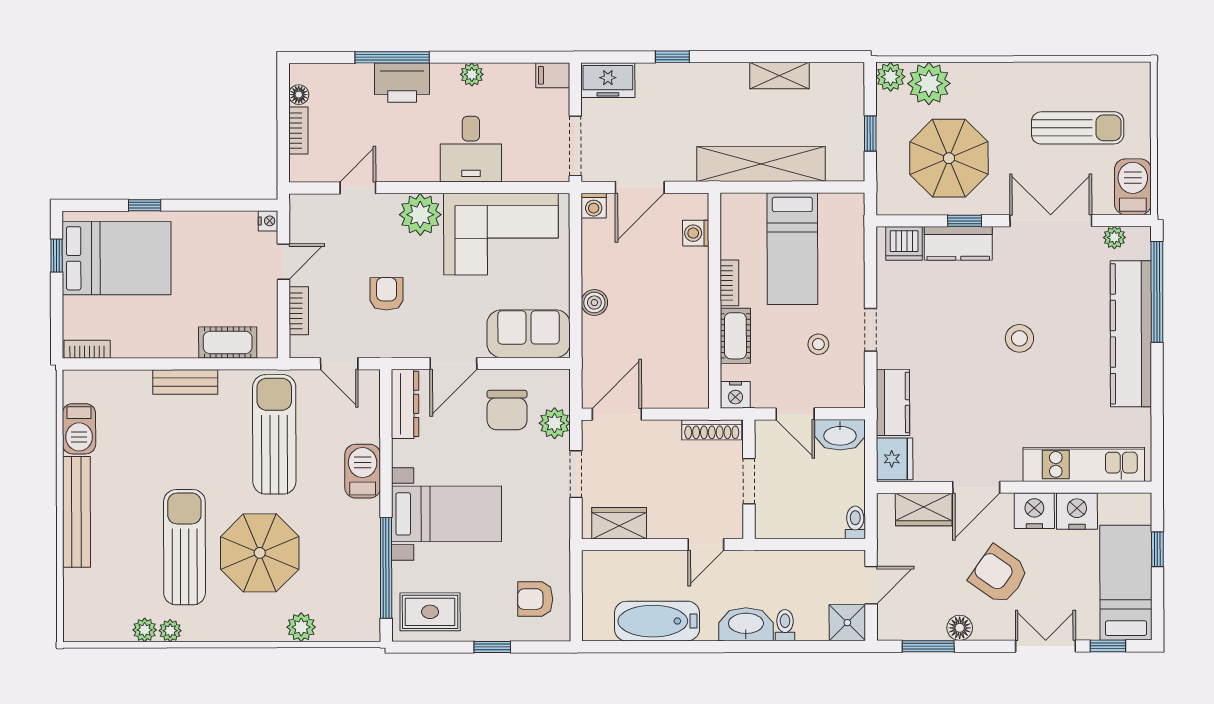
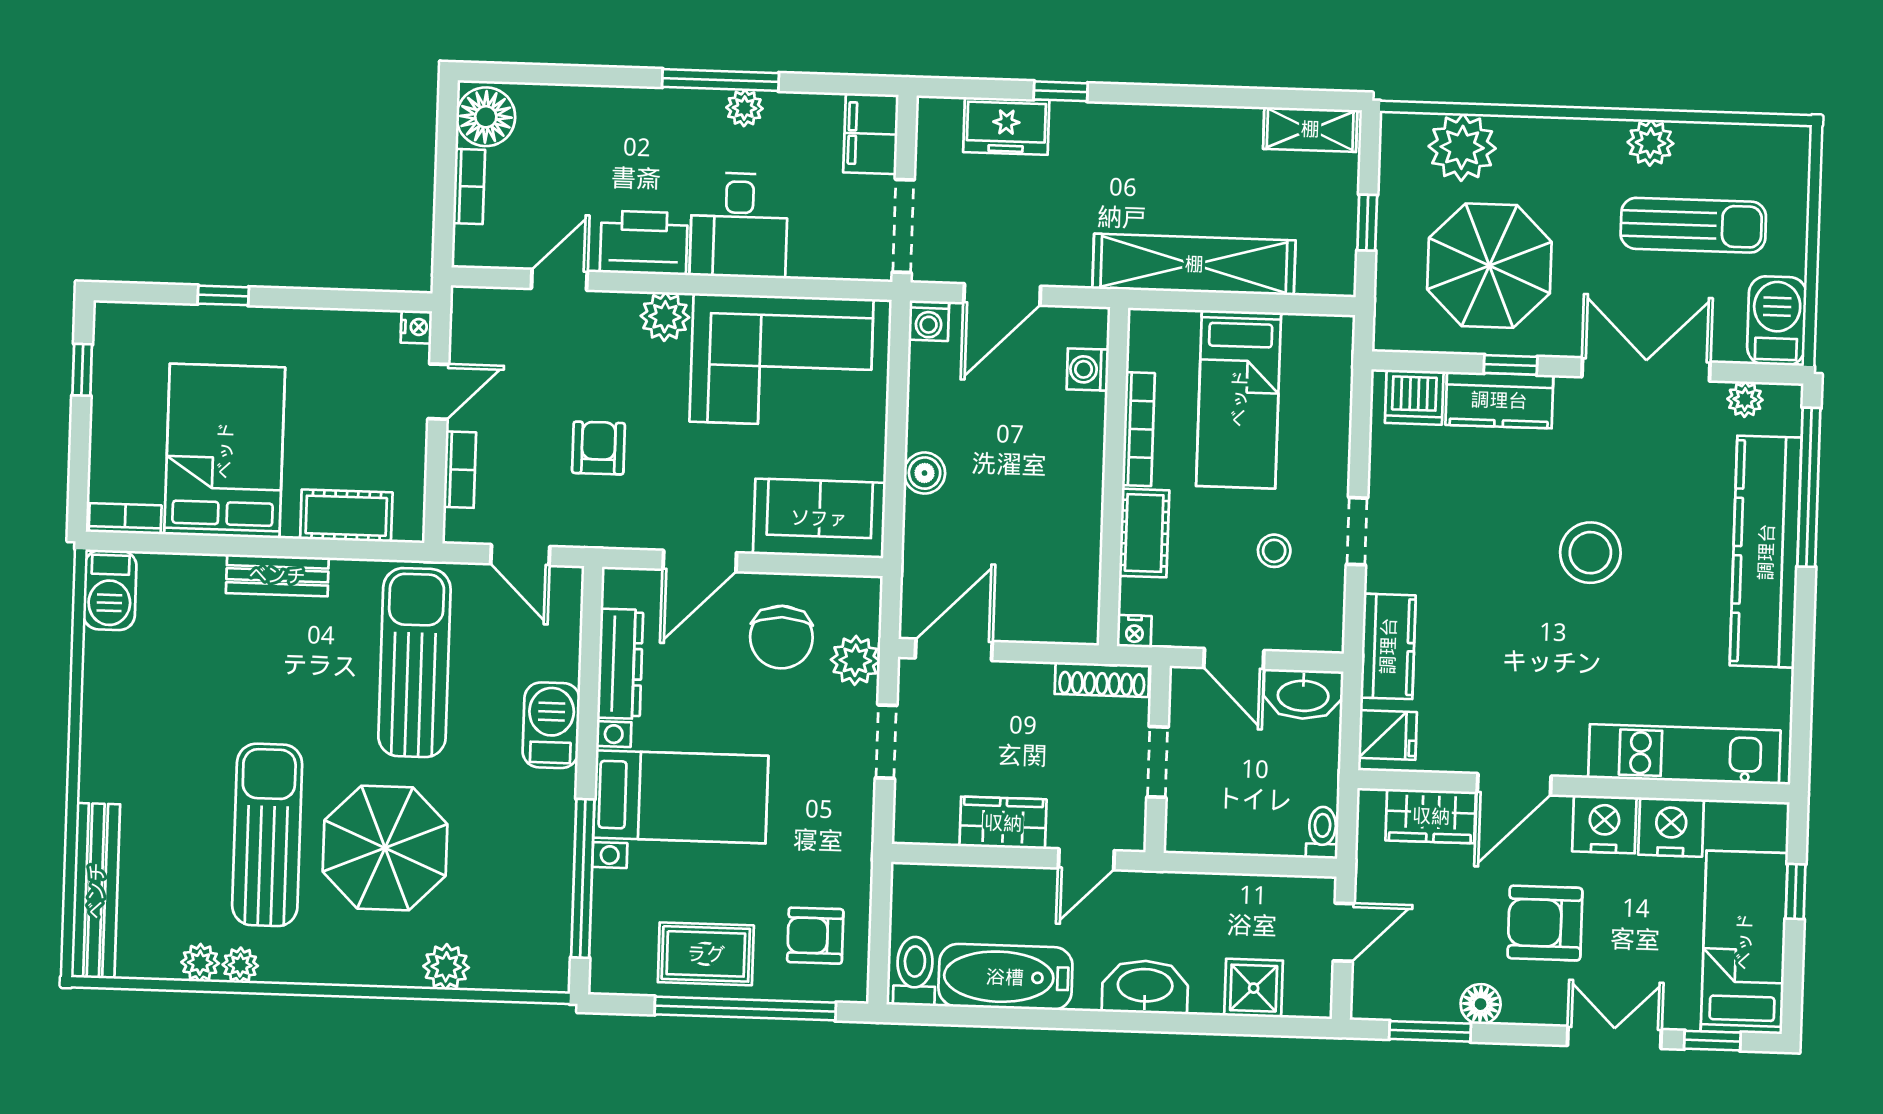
window: (392, 57) -> (720, 80), moved
filing cabinet: (553, 75) -> (871, 134), width x2.00
shelving: (779, 76) -> (1310, 129), moved
plant: (891, 77) -> (1650, 143), moved
freezer: (608, 80) -> (1006, 126), moved
printer: (402, 83) -> (644, 243), moved, turned 180
floor lamp: (299, 95) -> (486, 117), width x1.89, depth x1.89
plant: (420, 215) -> (665, 317), width x0.73, depth x0.73
bed: (117, 258) -> (225, 451), moved, turned -90
bookcase: (729, 283) -> (1138, 429), width x1.56
stool: (1019, 338) -> (1590, 553), width x1.38, depth x1.38
nightstand: (735, 395) -> (1135, 631), width x0.72, depth x0.74
dresser: (405, 404) -> (620, 664), moved
barbecue: (79, 429) -> (110, 590), moved
fridge: (895, 459) -> (1388, 735), width x0.72
bench: (76, 512) -> (96, 891), moved
wardrobe: (619, 523) -> (1003, 823), moved
armchair: (999, 575) -> (1545, 923), turned -35
rug: (430, 612) -> (706, 954), moved
shower: (847, 623) -> (1254, 988), moved
toilet: (785, 625) -> (915, 971), moved, width x1.37, depth x1.39
window: (492, 647) -> (745, 1009), width x3.17

